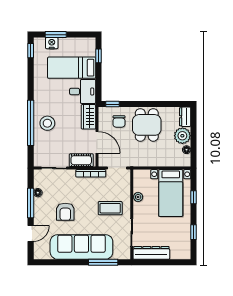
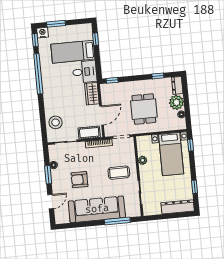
nightstand: (52, 43) -> (42, 33), moved
window: (164, 104) -> (158, 76), added
chair: (119, 121) -> (119, 95), removed
window: (31, 123) -> (38, 74), moved
stool: (47, 123) -> (56, 122), moved
dining table: (147, 125) -> (144, 109), moved
door: (97, 142) -> (102, 115), hinge flipped
window: (193, 197) -> (191, 145), moved
window: (31, 203) -> (48, 175), width x0.69
armchair: (65, 212) -> (79, 180), turned 90
dresser: (151, 253) -> (178, 207), moved

